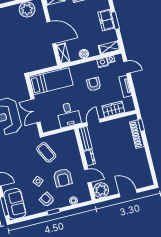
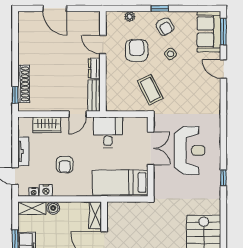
boiler: (84, 54) -> (53, 208), moved
plant: (101, 190) -> (90, 21), removed

